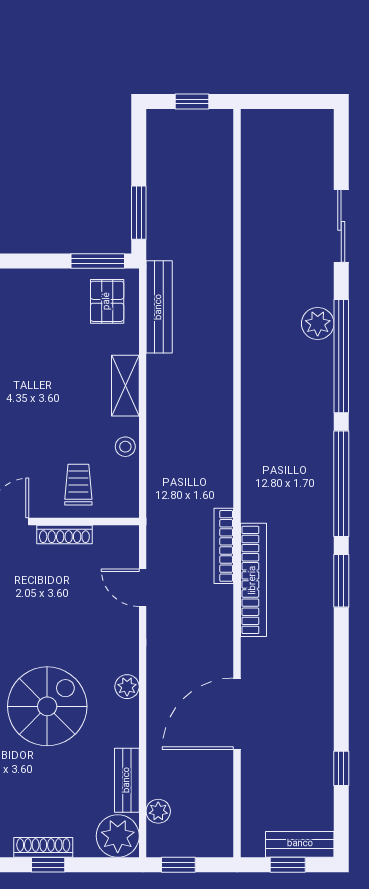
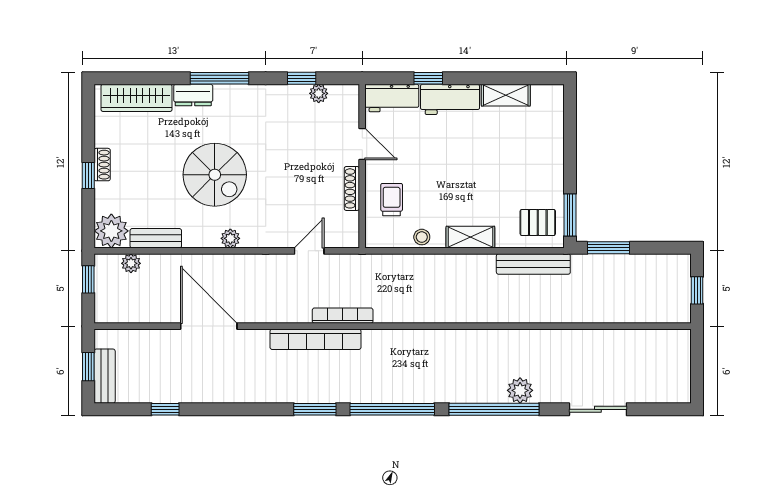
trolley: (78, 485) -> (392, 200), turned -90
shoe rack: (43, 847) -> (102, 165), width x0.70

